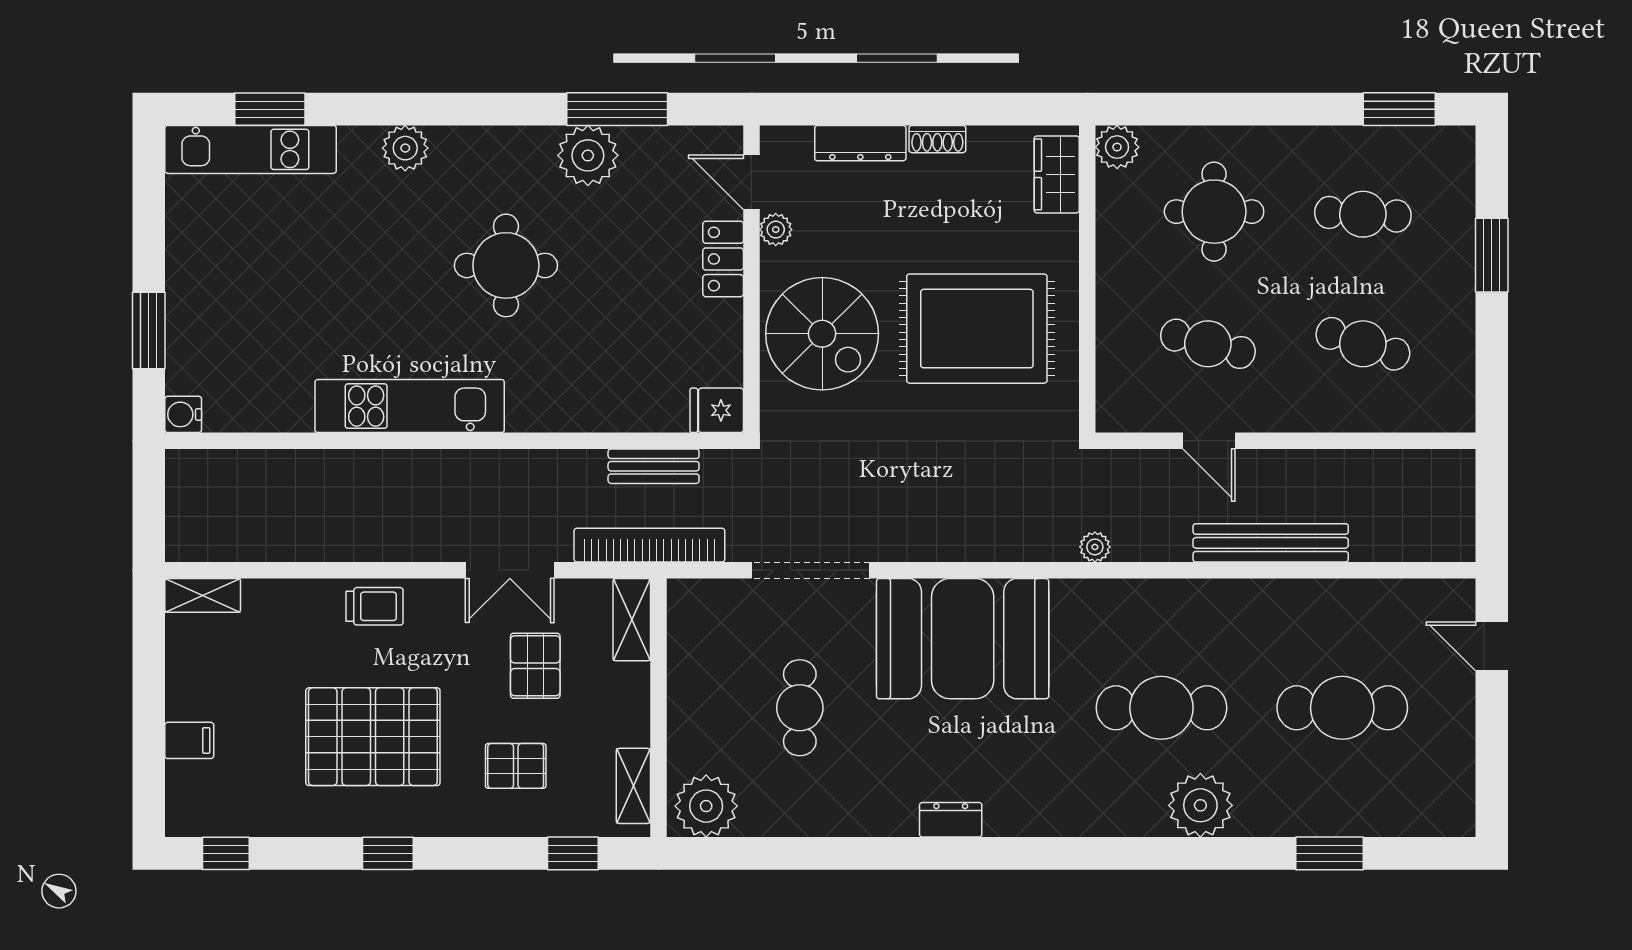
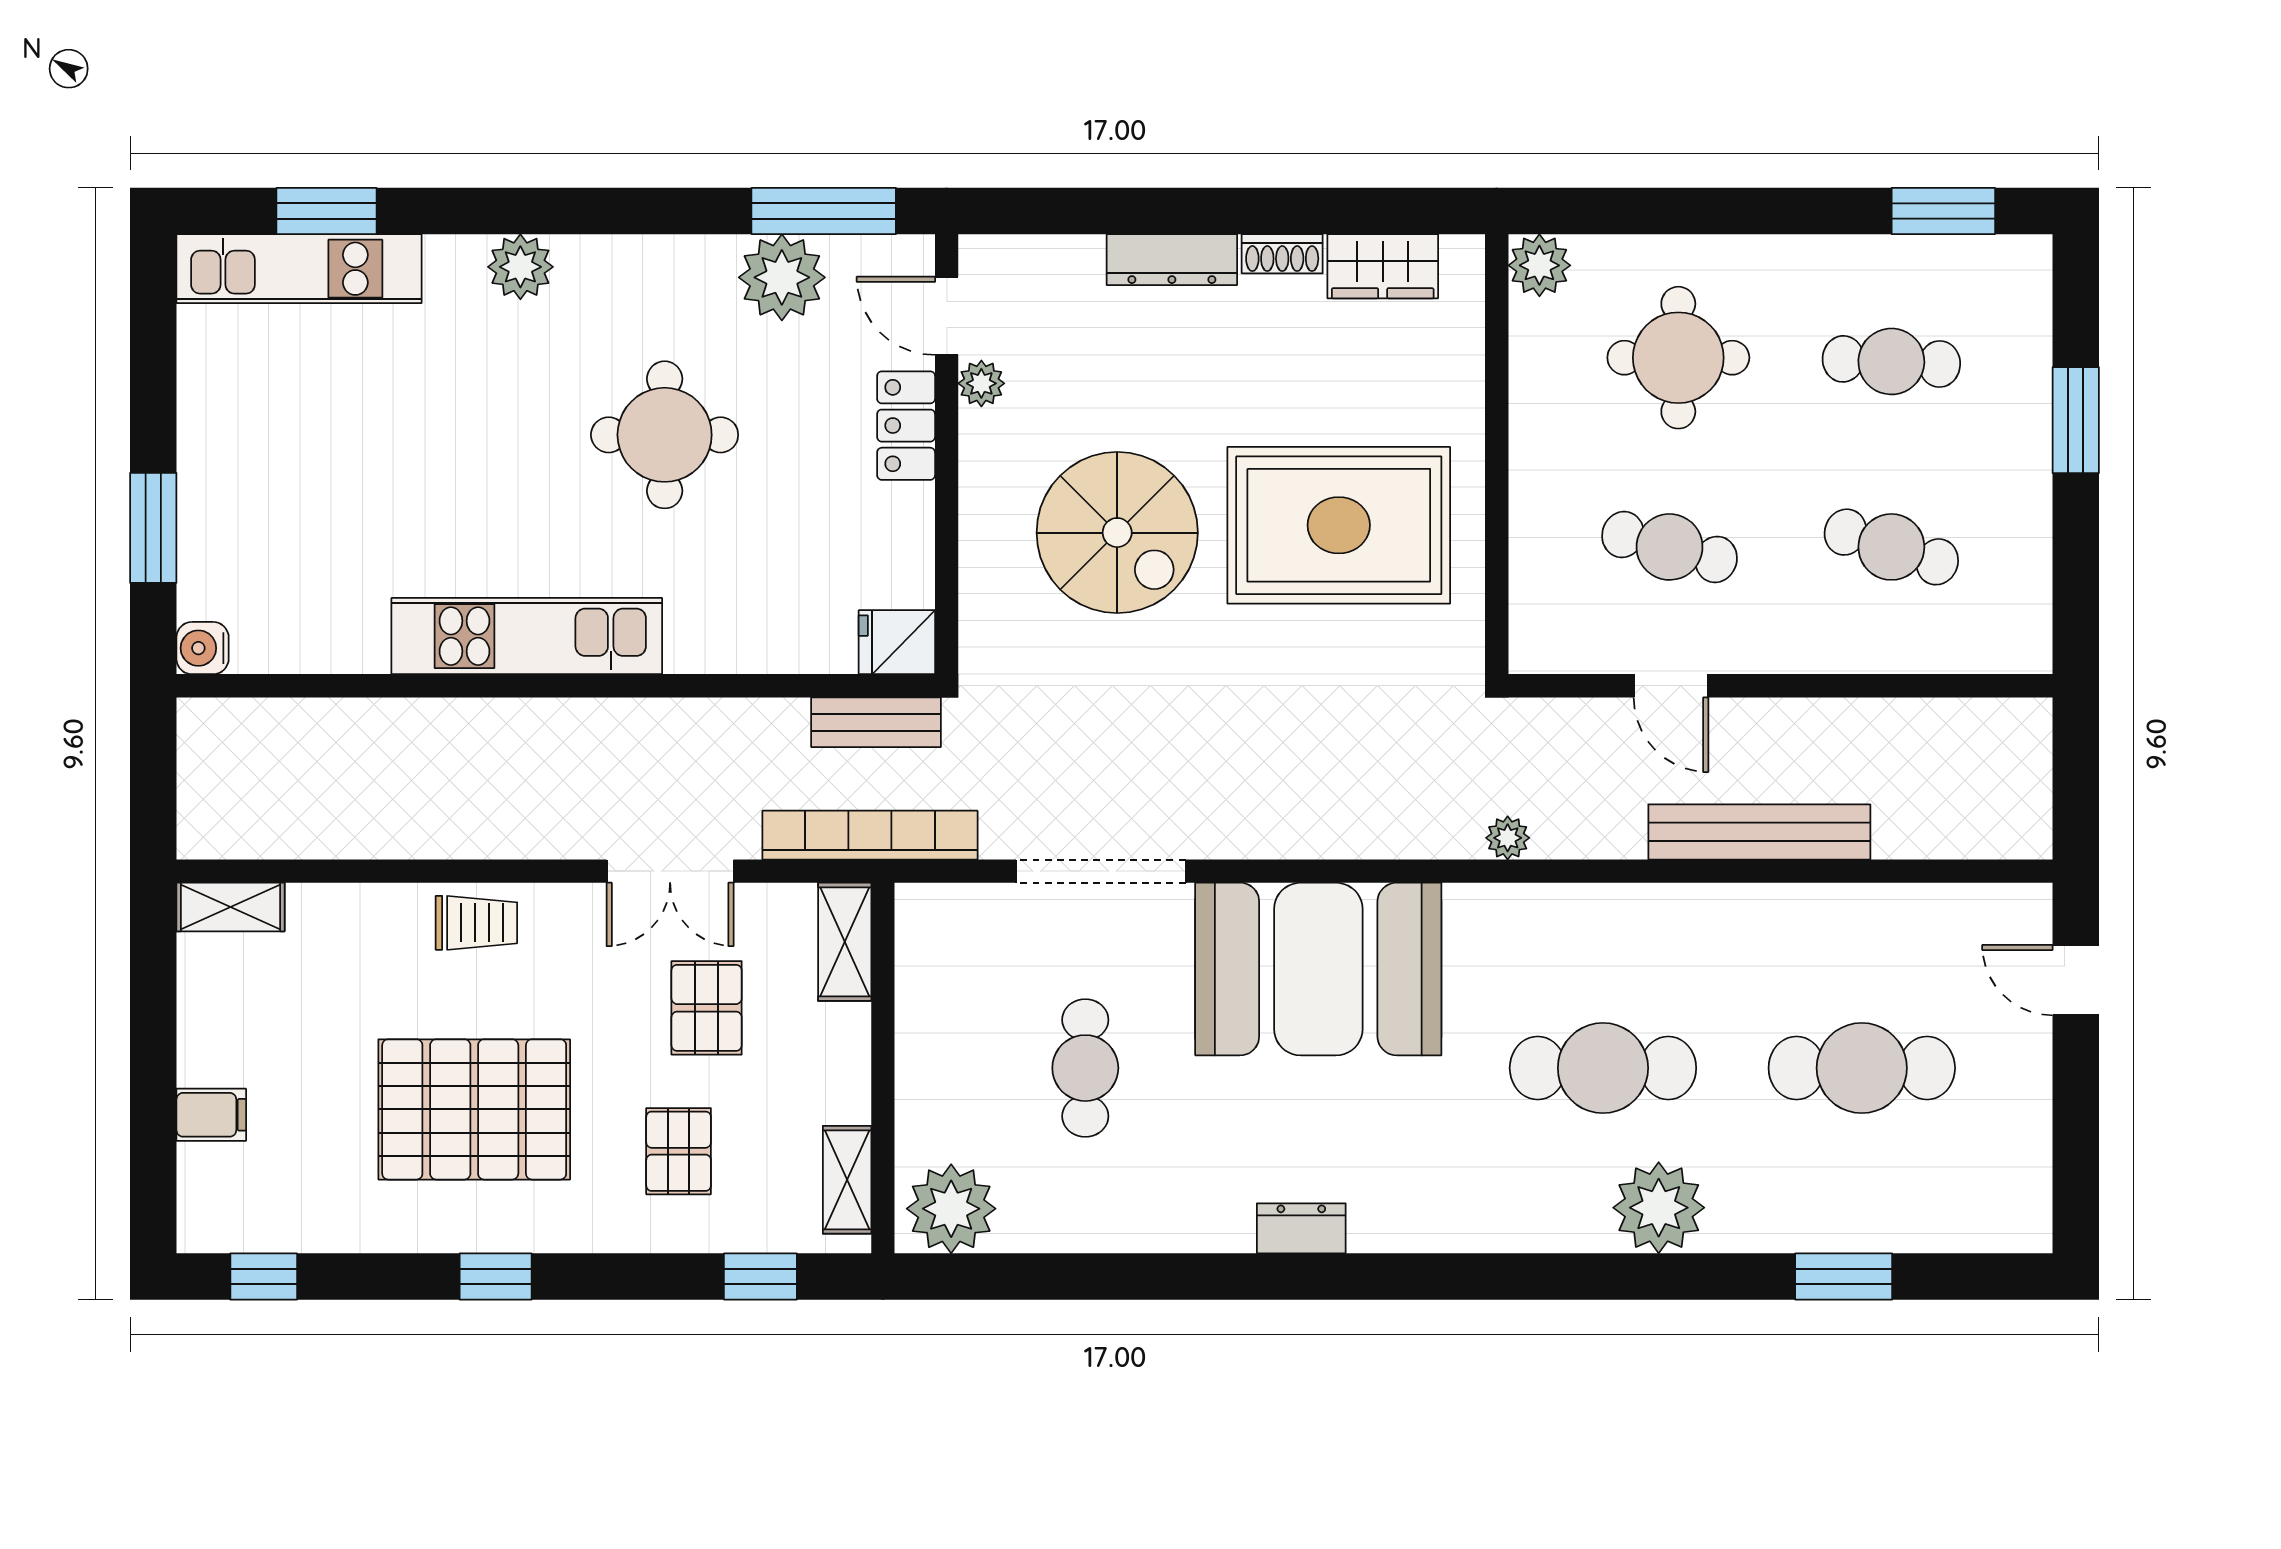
wardrobe: (1057, 174) -> (1383, 266), moved, turned -90
door: (751, 182) -> (947, 316), moved
plant: (776, 230) -> (981, 383), moved
locker: (723, 259) -> (906, 426), moved
wall: (751, 279) -> (947, 454), moved
fridge: (717, 410) -> (897, 642), moved
pallet: (516, 766) -> (679, 1151), turned 90

